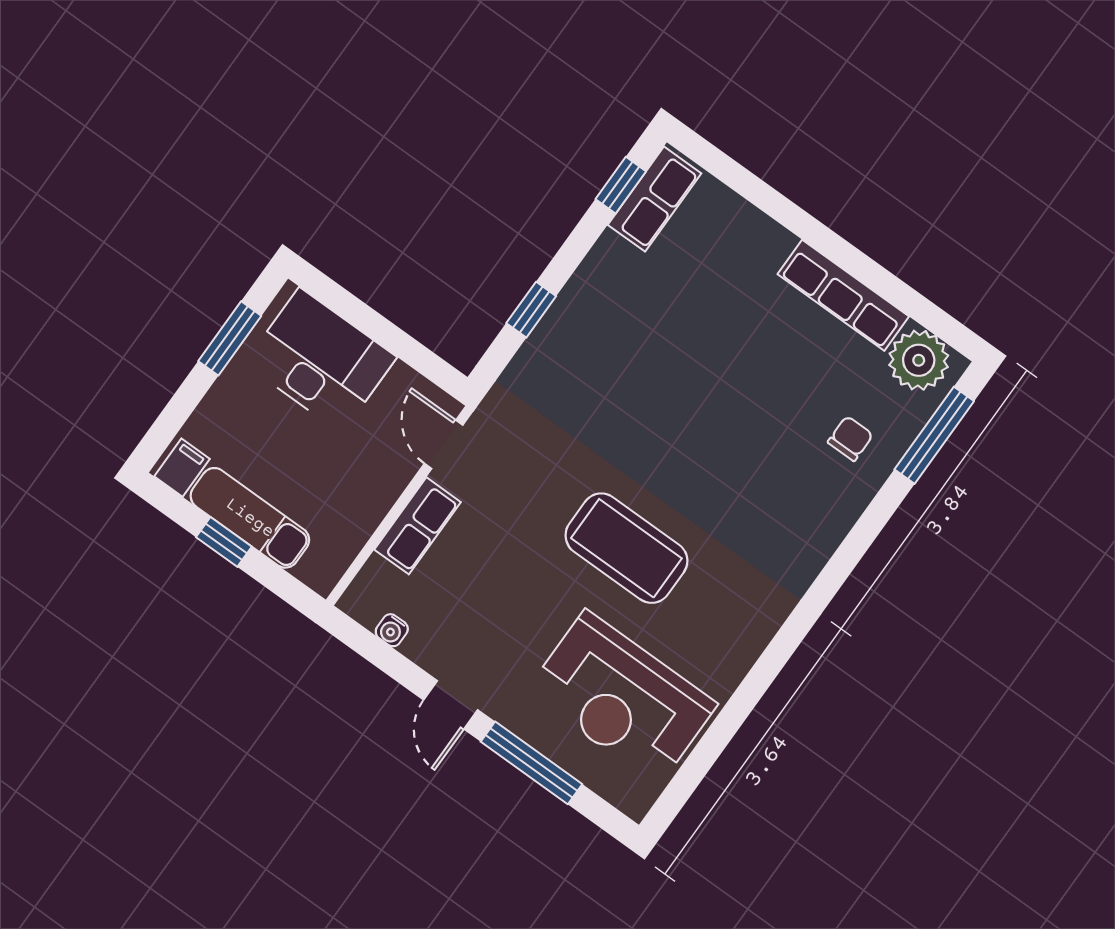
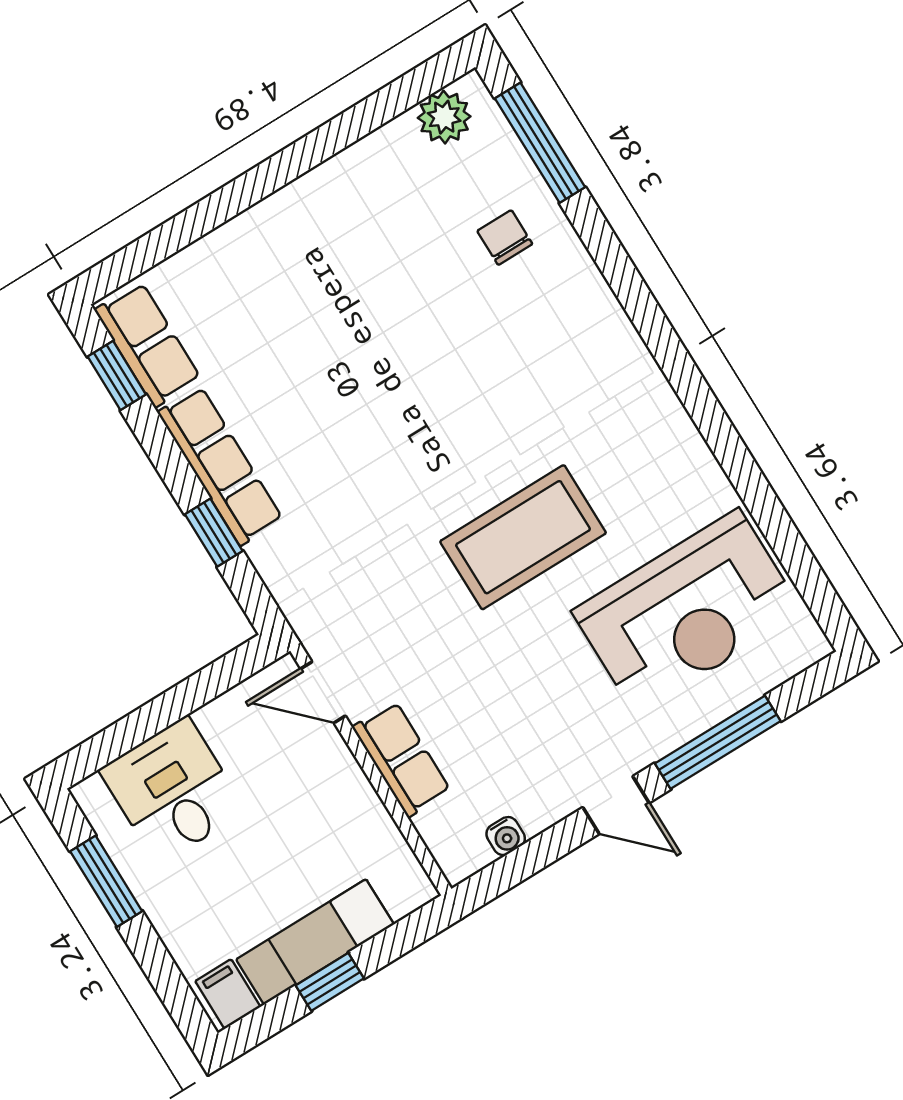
row of seats: (843, 295) -> (220, 466), moved, turned -90
desk: (320, 360) -> (173, 790), width x0.73
plant: (919, 360) -> (444, 117), width x0.73, depth x0.73

